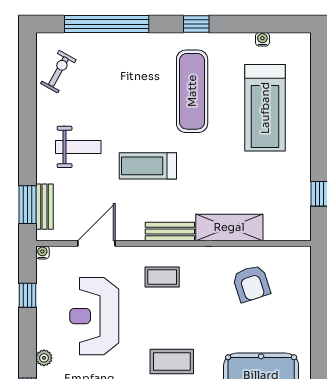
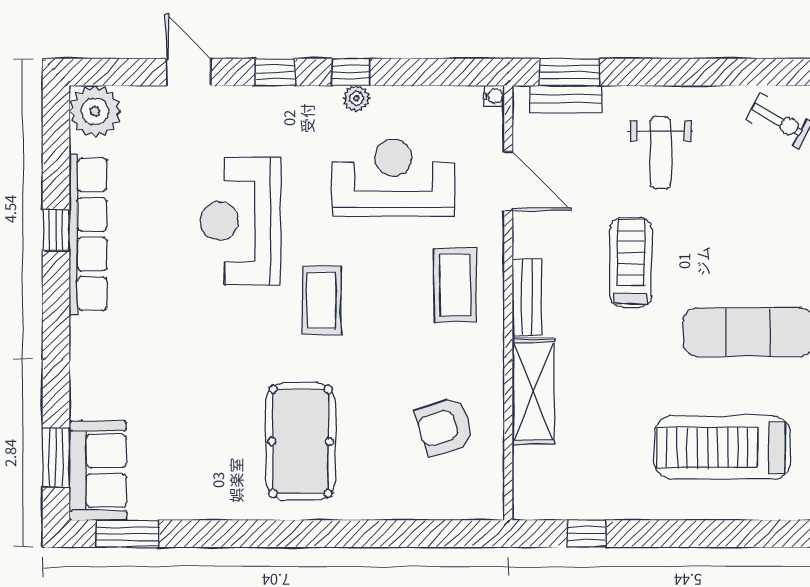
coffee table: (162, 277) -> (455, 285), width x1.36, depth x1.30
window: (27, 295) -> (351, 72), moved
plant: (44, 358) -> (356, 98), moved

